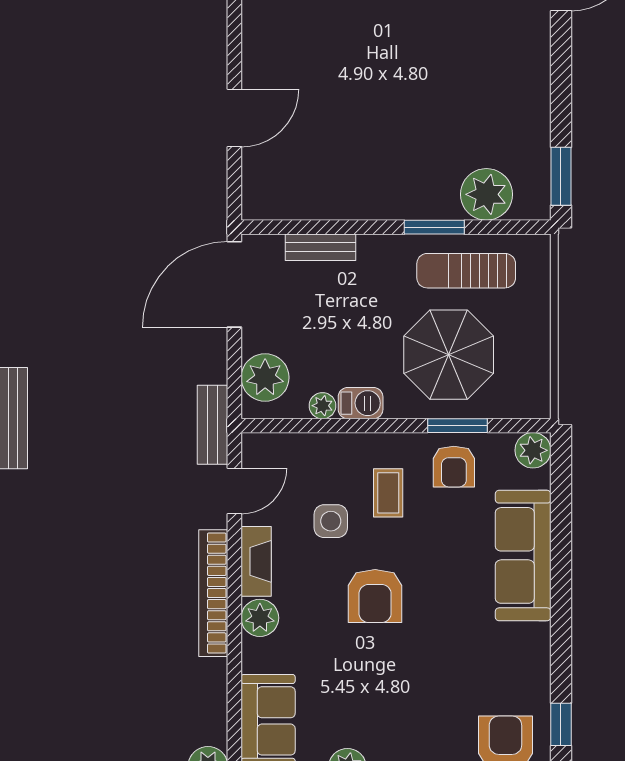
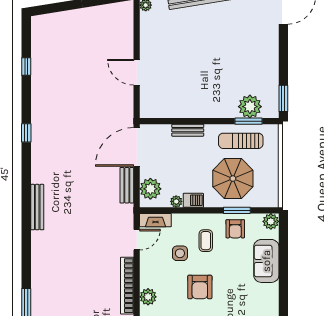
door: (234, 118) -> (137, 72), swing flipped
window: (434, 227) -> (248, 121), moved
bench: (321, 247) -> (188, 130), moved
bench: (213, 425) -> (127, 185), moved
sofa: (523, 555) -> (266, 261), width x0.73
fireplace: (256, 561) -> (155, 220), moved, turned 90

